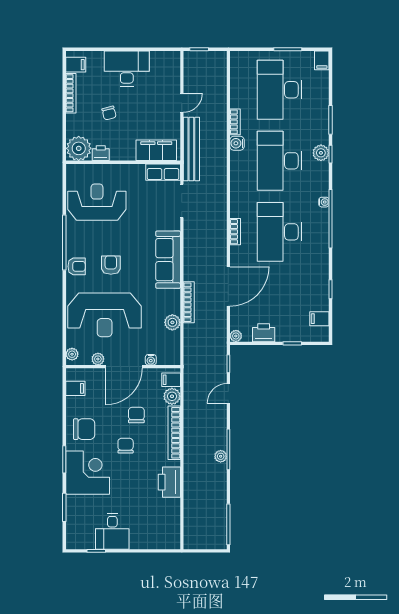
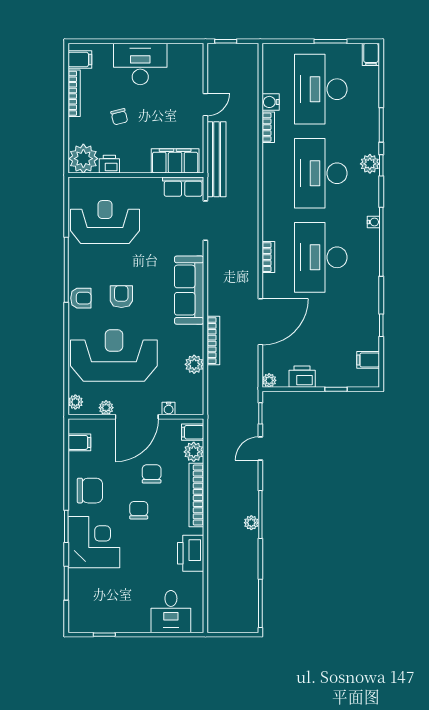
water cooler: (237, 143) -> (271, 102), moved
reception desk: (105, 315) -> (114, 356), turned 180
desk: (112, 531) -> (171, 612), moved

